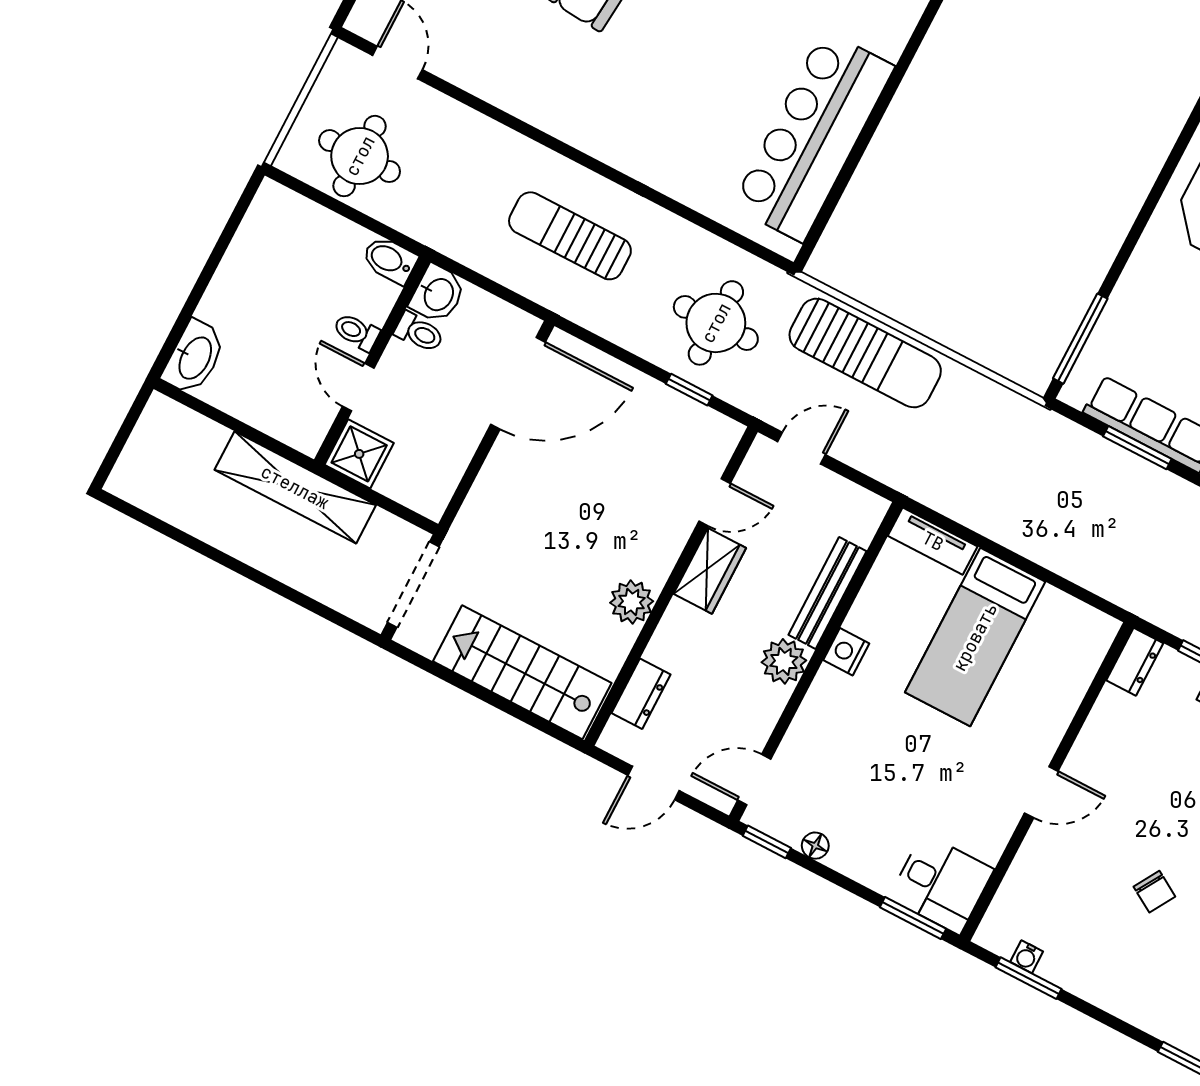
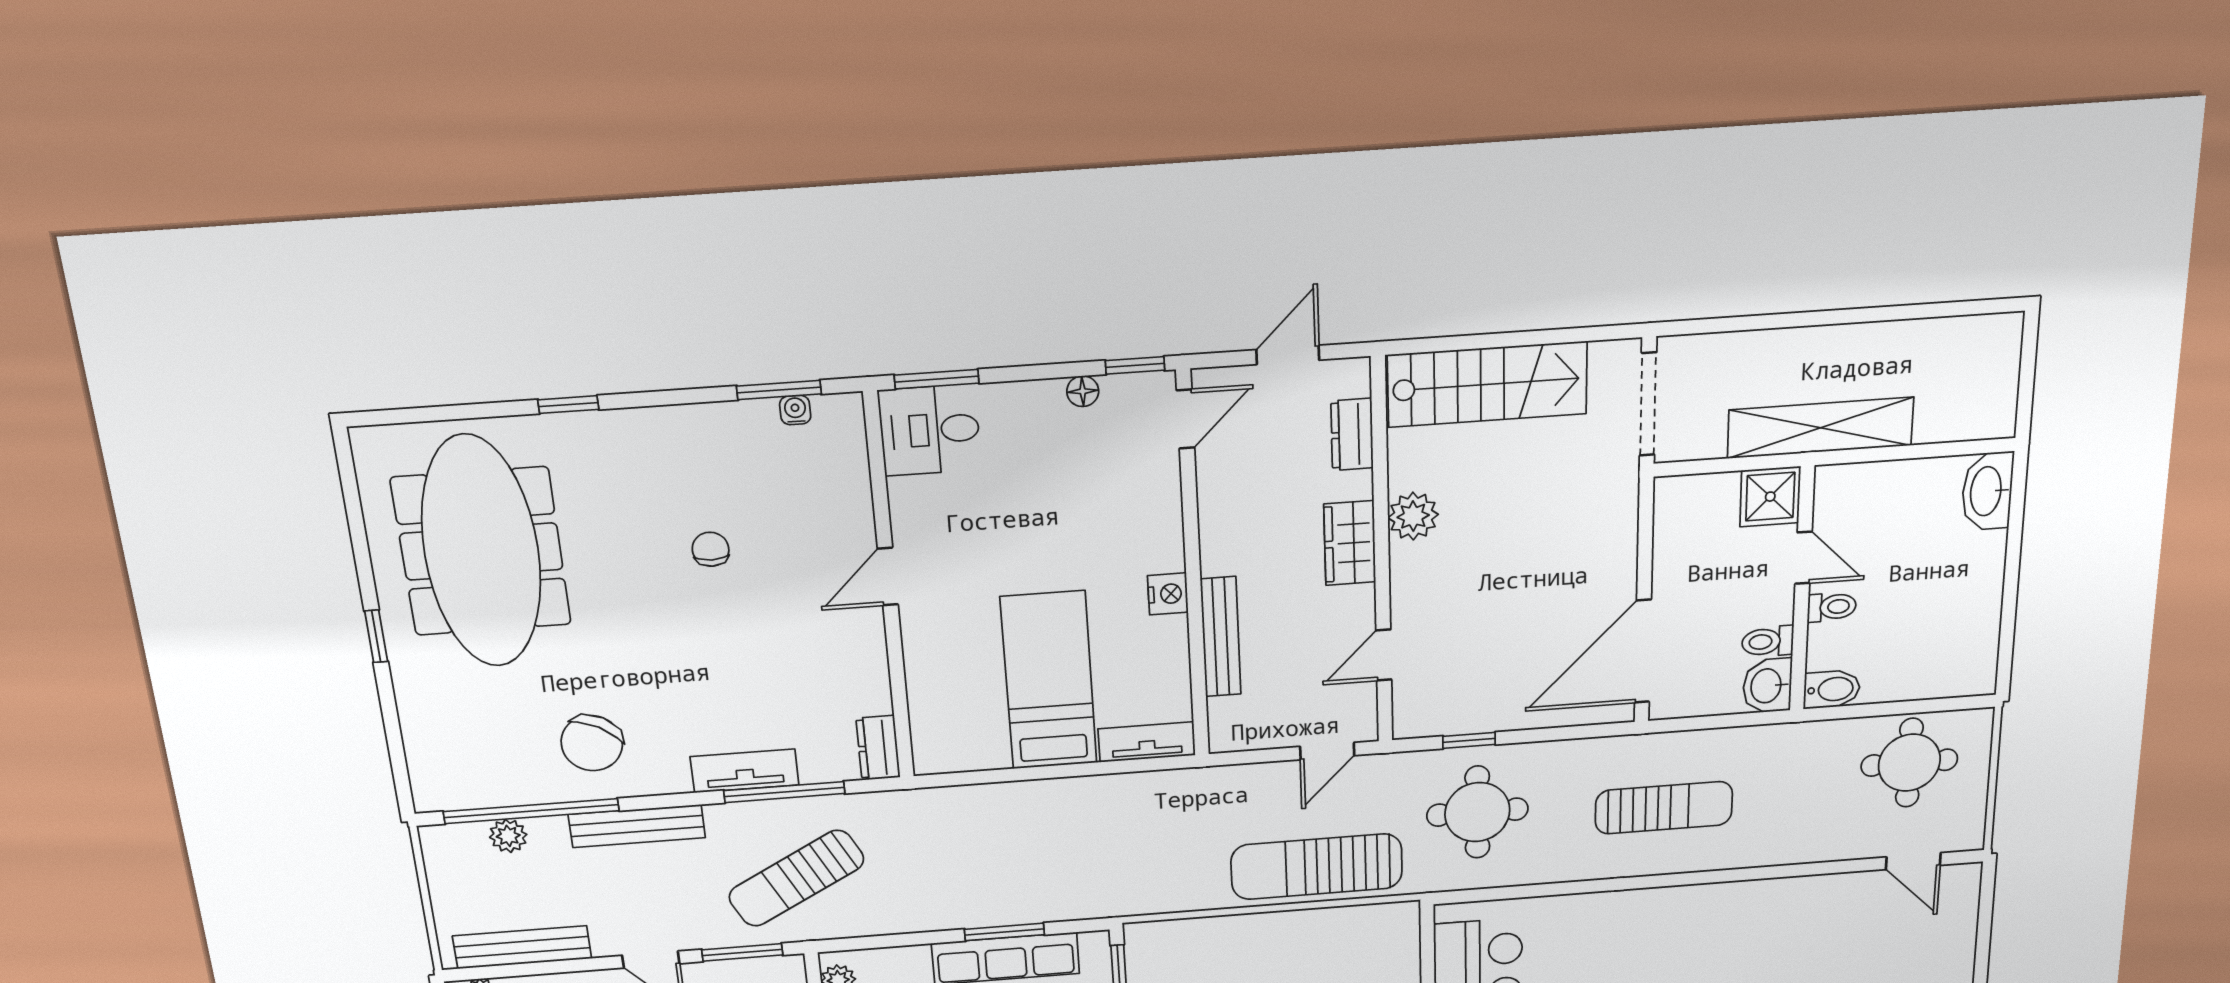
wardrobe: (710, 571) -> (1350, 543), moved
plant: (784, 661) -> (1225, 549), removed
chair: (1154, 892) -> (711, 549), turned 59

